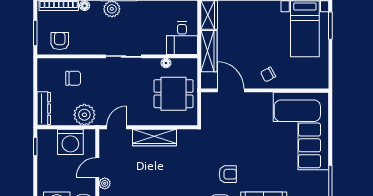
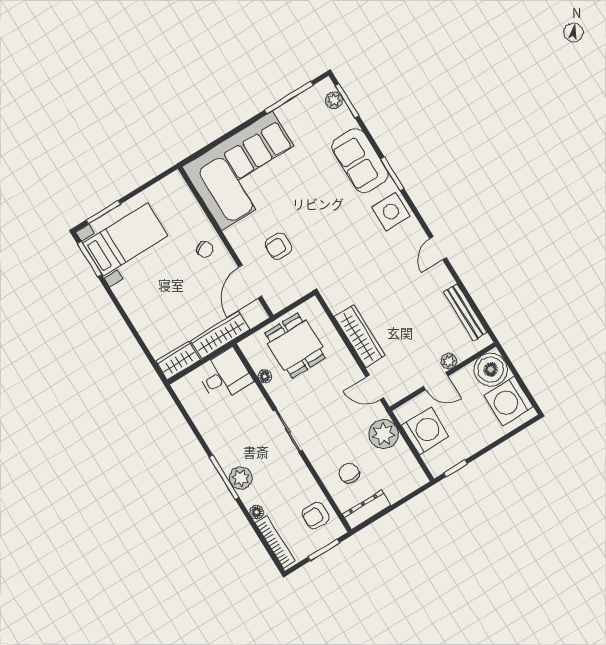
dresser: (44, 109) -> (367, 510), moved
armchair: (228, 174) -> (278, 246), moved, turned -90

